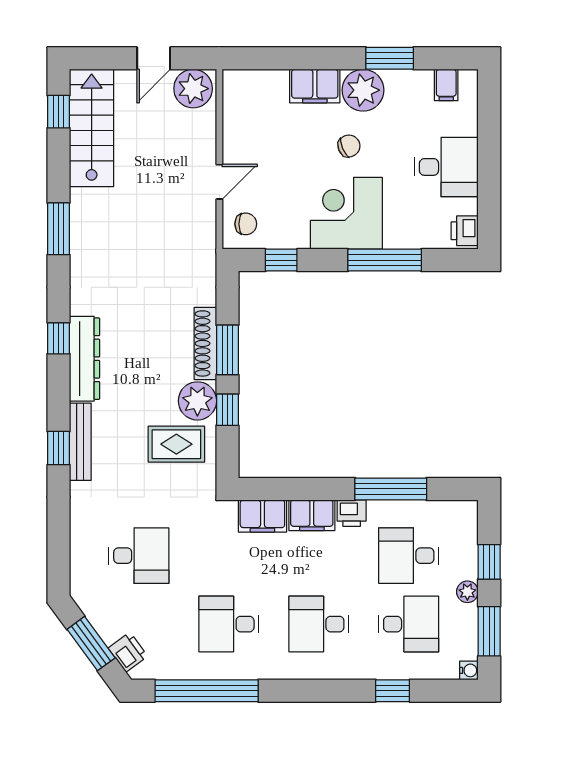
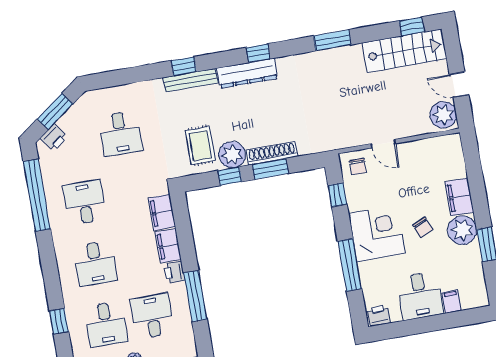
filing cabinet: (446, 85) -> (452, 301), moved, turned 90
desk: (319, 624) -> (95, 263), turned 180

